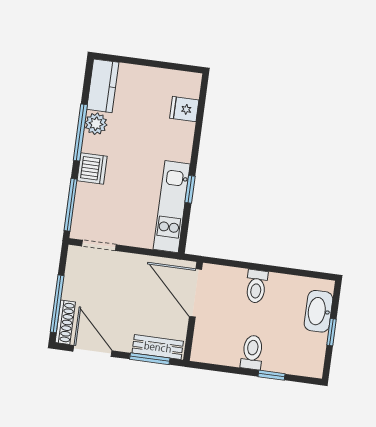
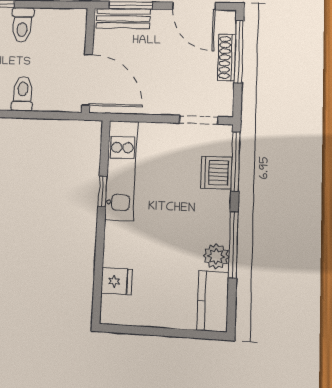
dishwasher: (92, 169) -> (216, 172), moved
shoe rack: (65, 322) -> (227, 57), moved

